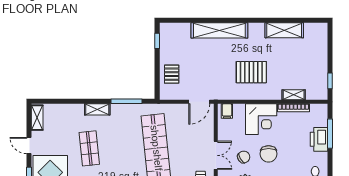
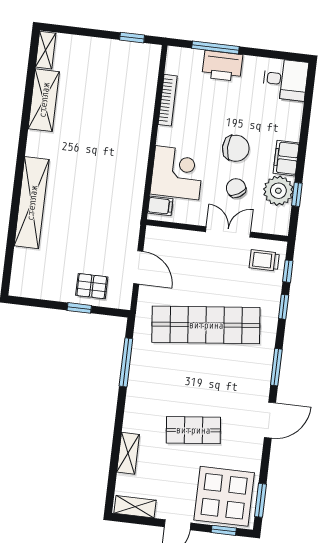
window: (157, 41) -> (79, 308), moved
pallet: (251, 72) -> (104, 160), removed
shelving: (294, 95) -> (46, 50), moved
door: (199, 102) -> (138, 267), moved
shelving: (97, 109) -> (128, 453), moved
corner desk: (261, 119) -> (177, 173), moved

